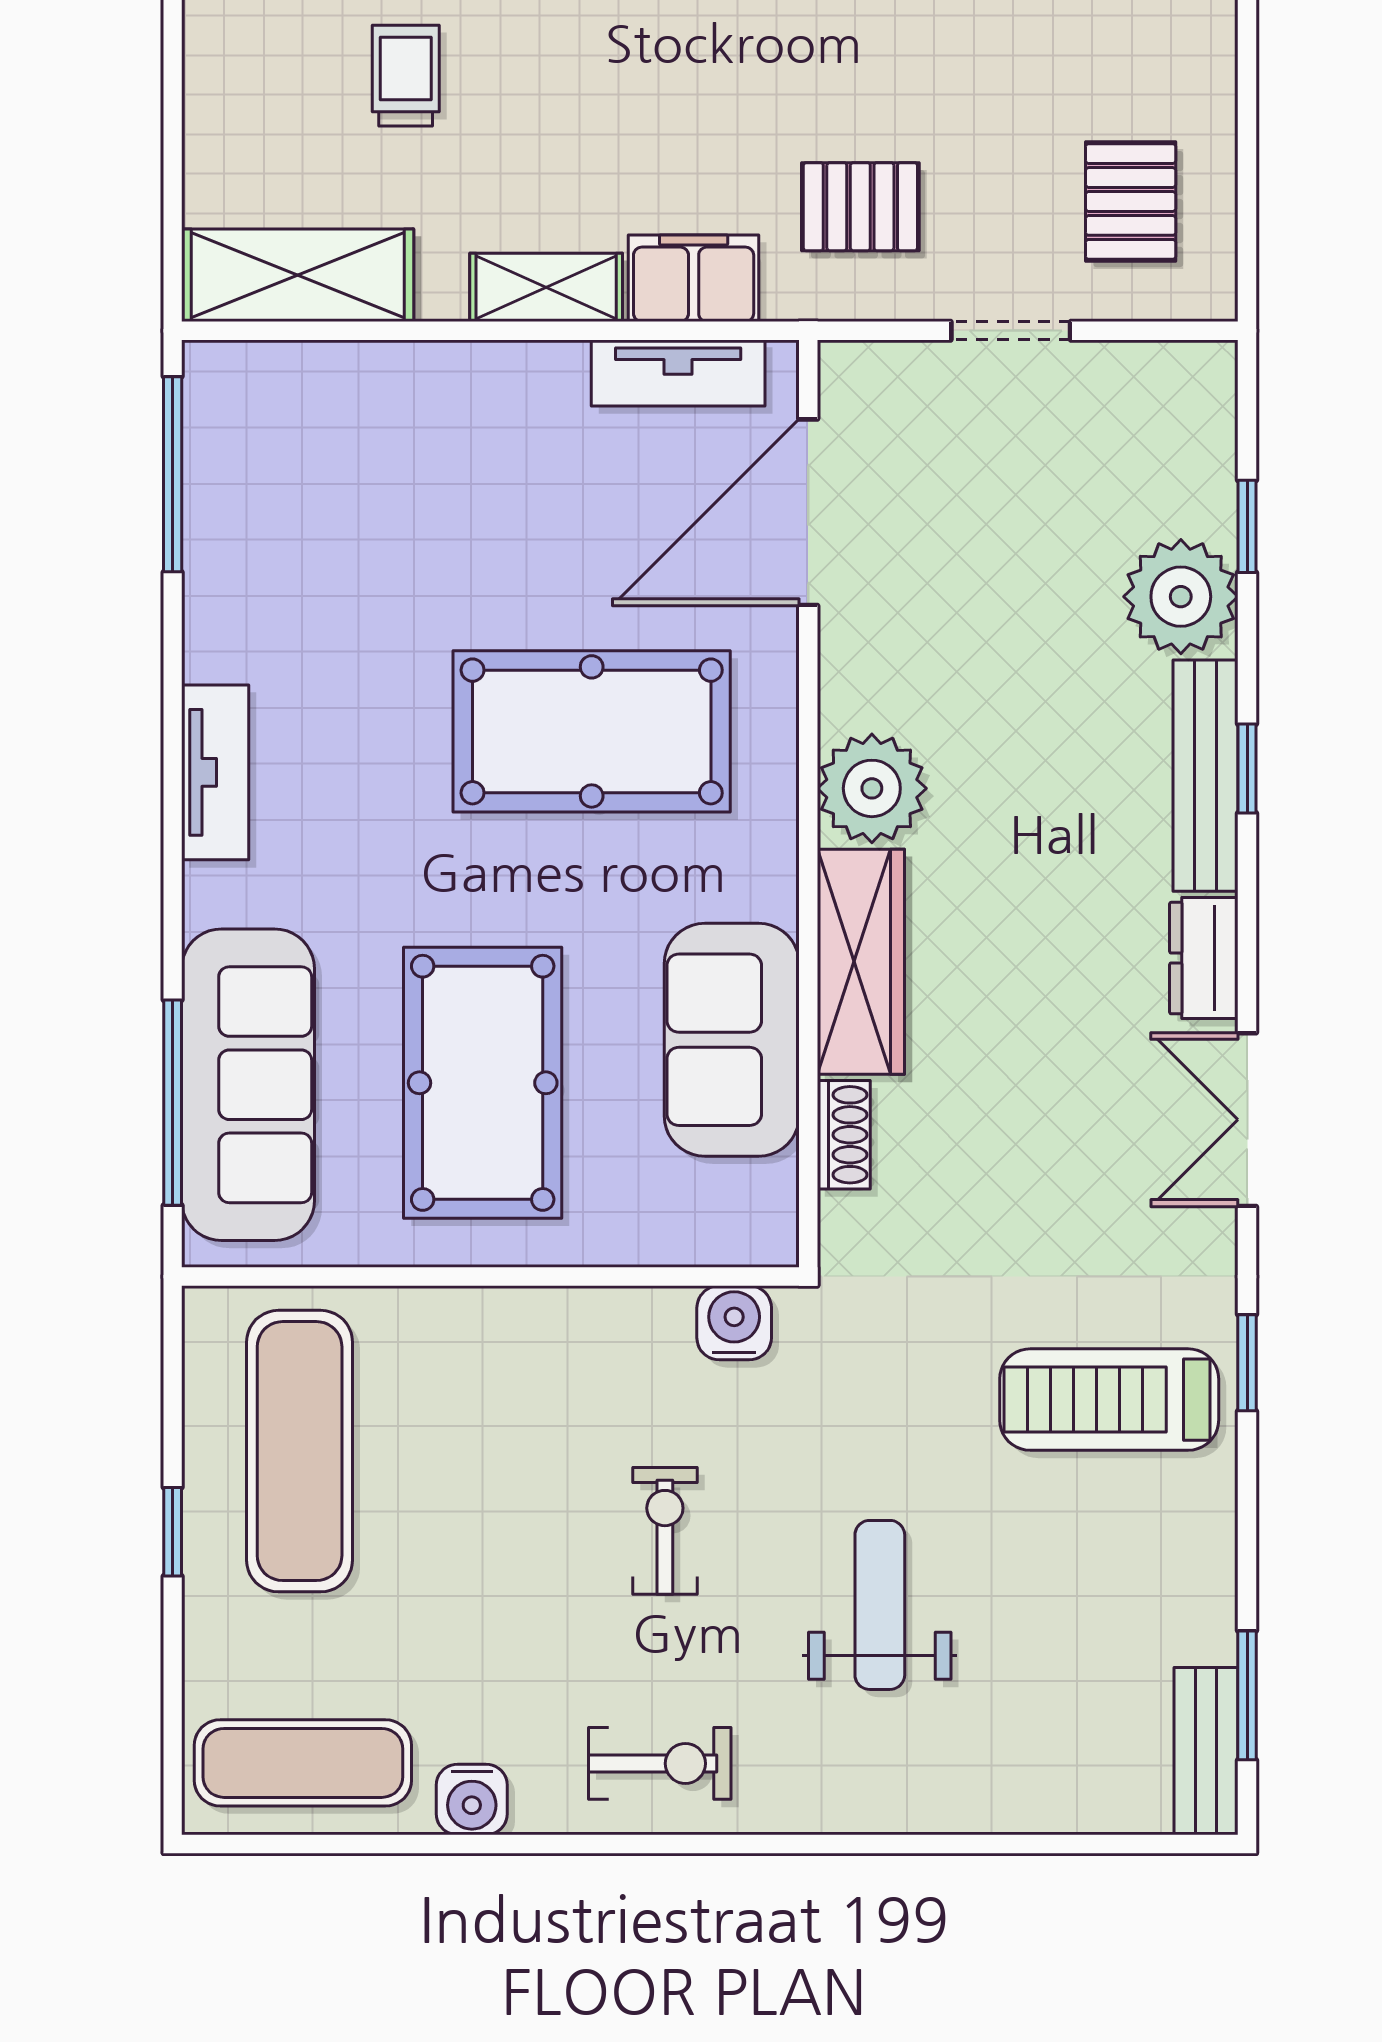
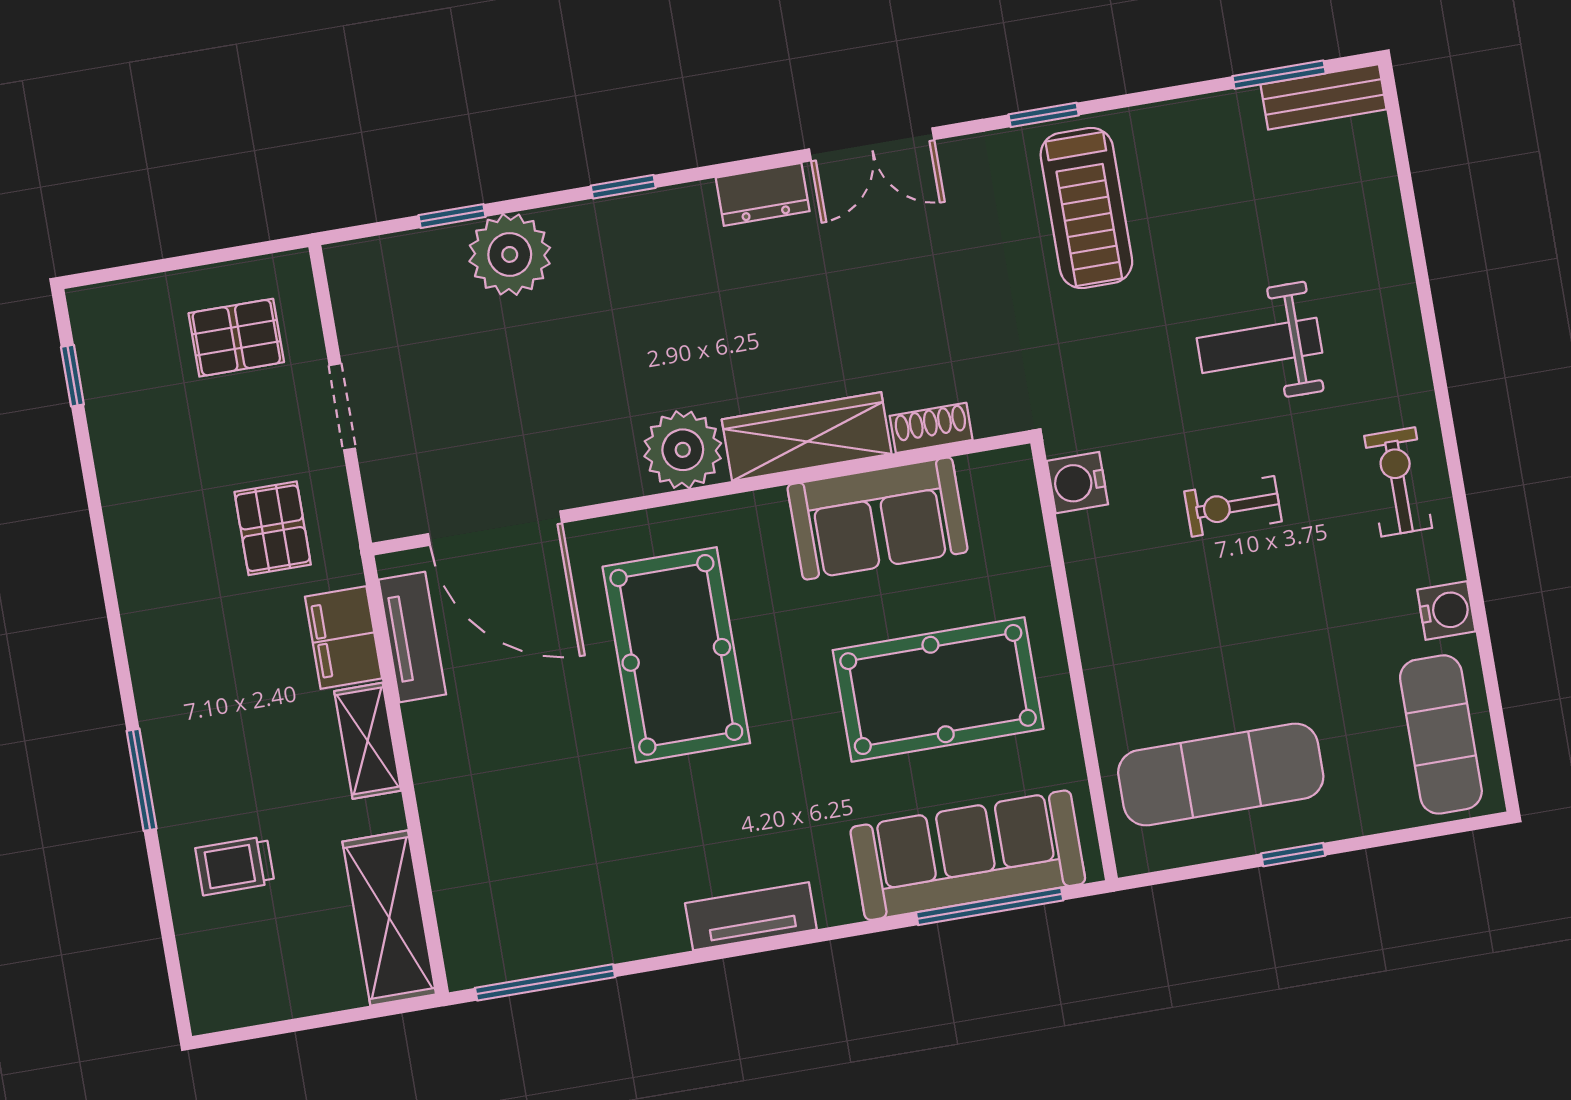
bench: (1206, 776) -> (633, 215), removed

